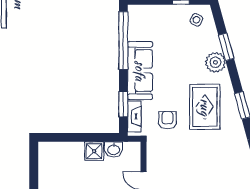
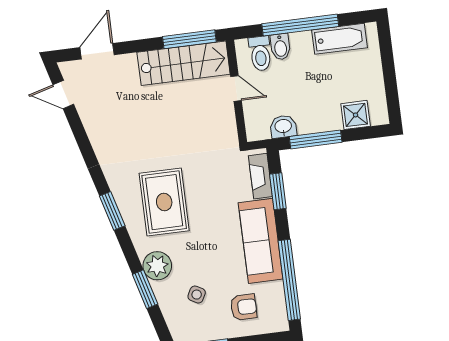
side table: (196, 20) -> (197, 295), moved
armchair: (167, 120) -> (244, 307), moved, turned -90
window: (92, 137) -> (316, 139), added
shower: (94, 151) -> (356, 115), moved

